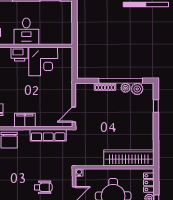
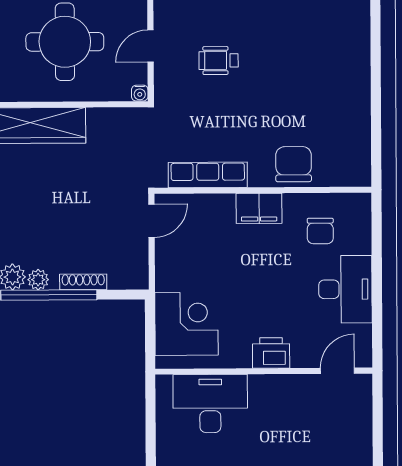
desk: (26, 31) -> (210, 404), moved, width x1.37
corner desk: (43, 61) -> (186, 324), moved, turned 90

